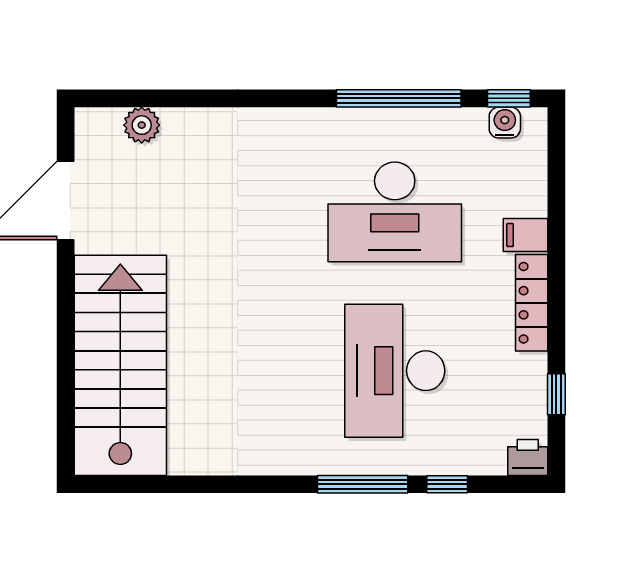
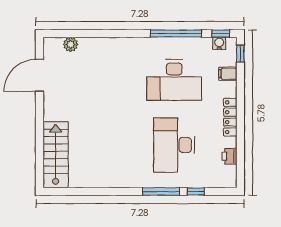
filing cabinet: (526, 235) -> (228, 74), moved
stairs: (120, 365) -> (56, 155), width x0.73, depth x0.66
window: (556, 394) -> (240, 54), moved
printer: (528, 458) -> (229, 156), moved, turned -90

